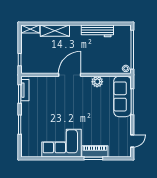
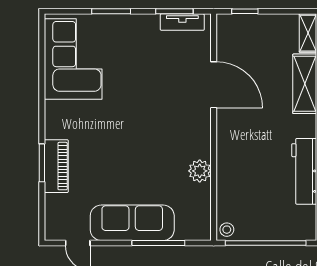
door: (70, 75) -> (214, 85), moved
sofa: (122, 96) -> (132, 223), moved
corner sofa: (62, 143) -> (73, 59), moved

